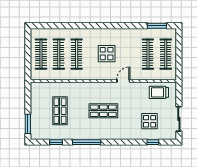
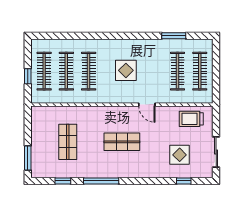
window: (157, 26) -> (174, 36), moved
window: (28, 58) -> (28, 76), added
door: (123, 81) -> (147, 105), swing flipped

